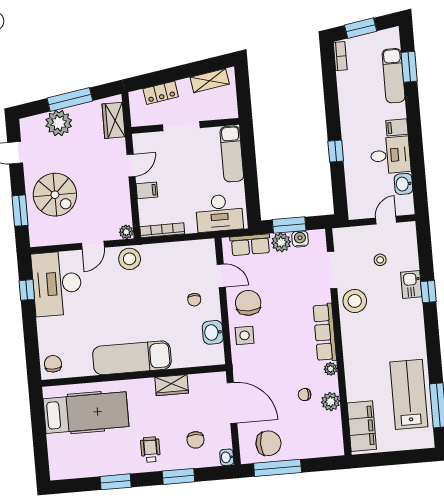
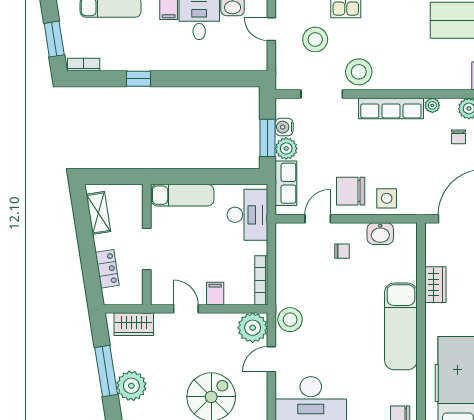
window: (336, 151) -> (138, 79), moved
plant: (126, 232) -> (253, 328), width x1.88, depth x1.88
door: (93, 245) -> (271, 359), swing flipped
stool: (380, 260) -> (315, 39), width x1.89, depth x1.89

